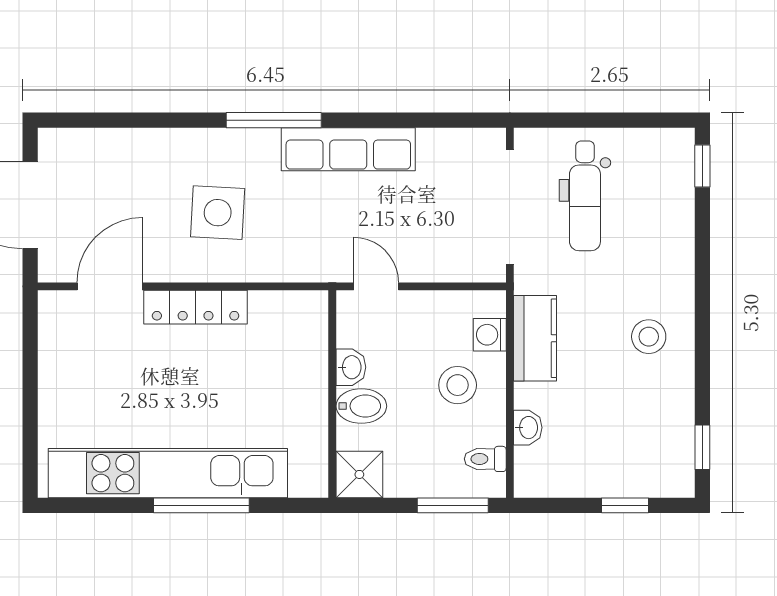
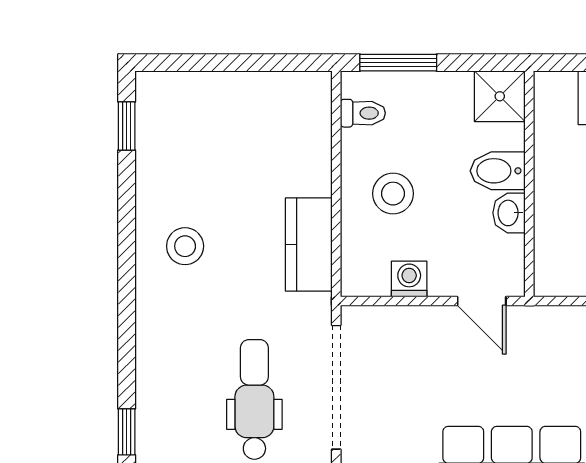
washing machine: (490, 335) -> (409, 279), moved, turned -90
washbasin: (528, 428) -> (317, 147), removed
window: (625, 505) -> (211, 63), removed

